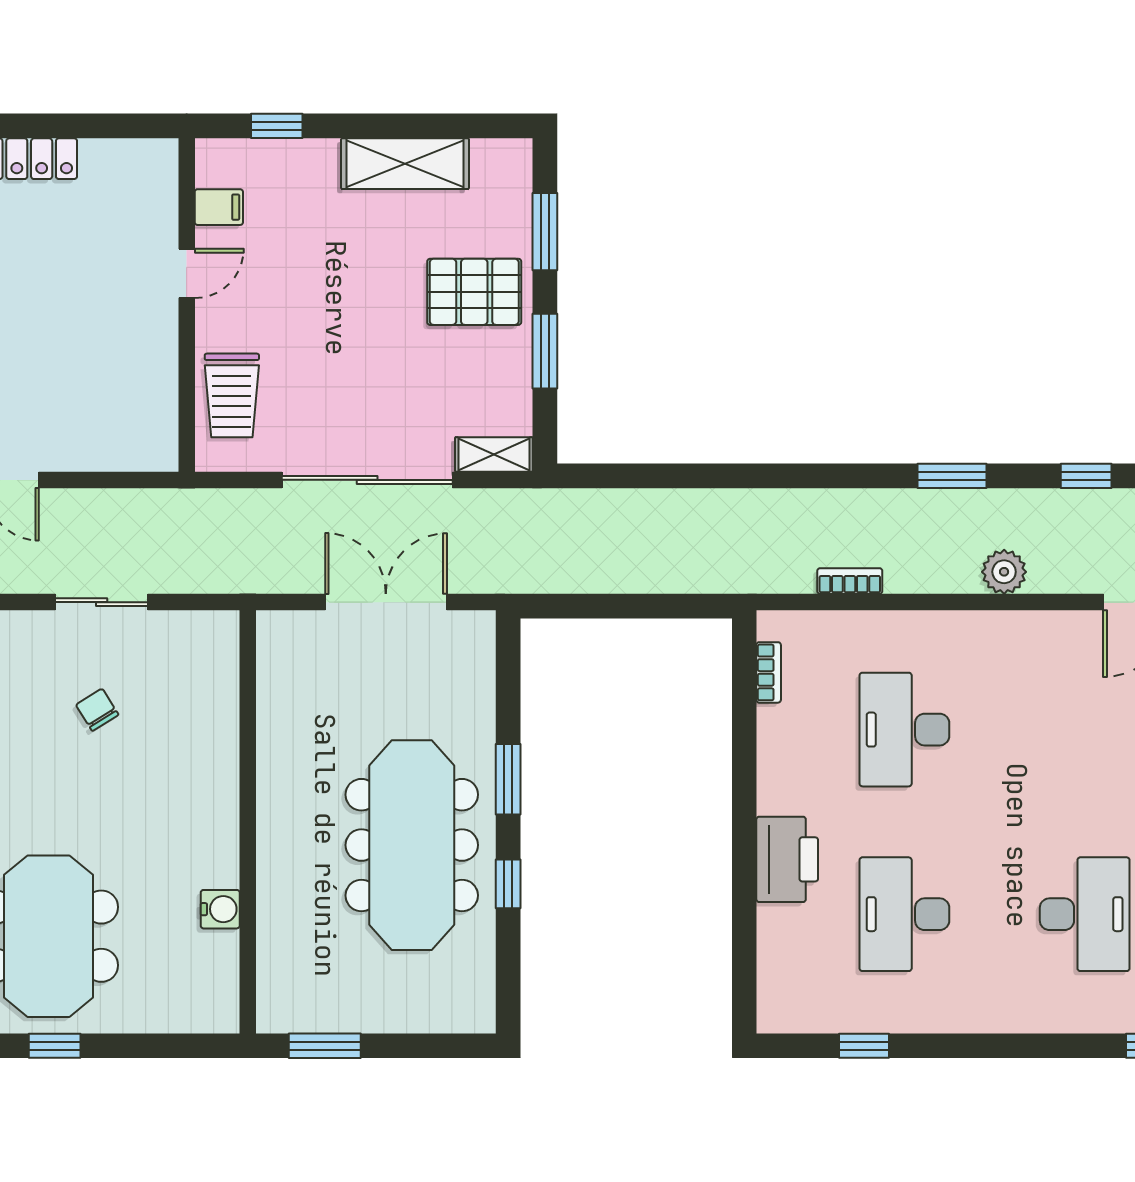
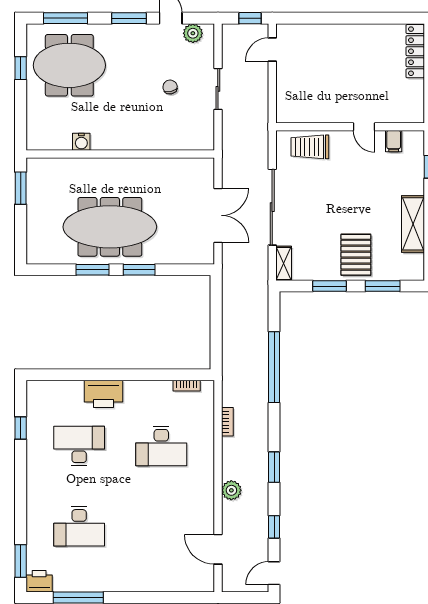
window: (727, 476) -> (274, 367), added
chair: (97, 710) -> (170, 87), turned -71
desk: (904, 730) -> (161, 446), turned 180
window: (508, 884) -> (93, 270), width x1.50

